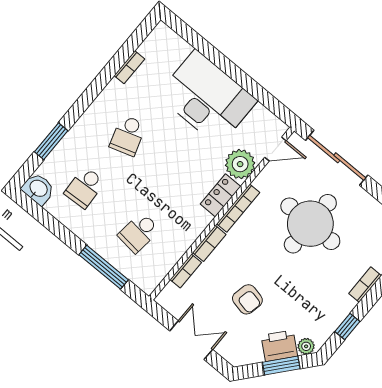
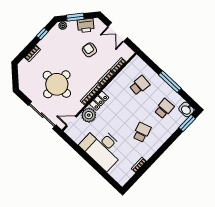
window: (51, 141) -> (187, 123), moved
window: (104, 267) -> (170, 82), moved
printer: (279, 346) -> (86, 26), moved

